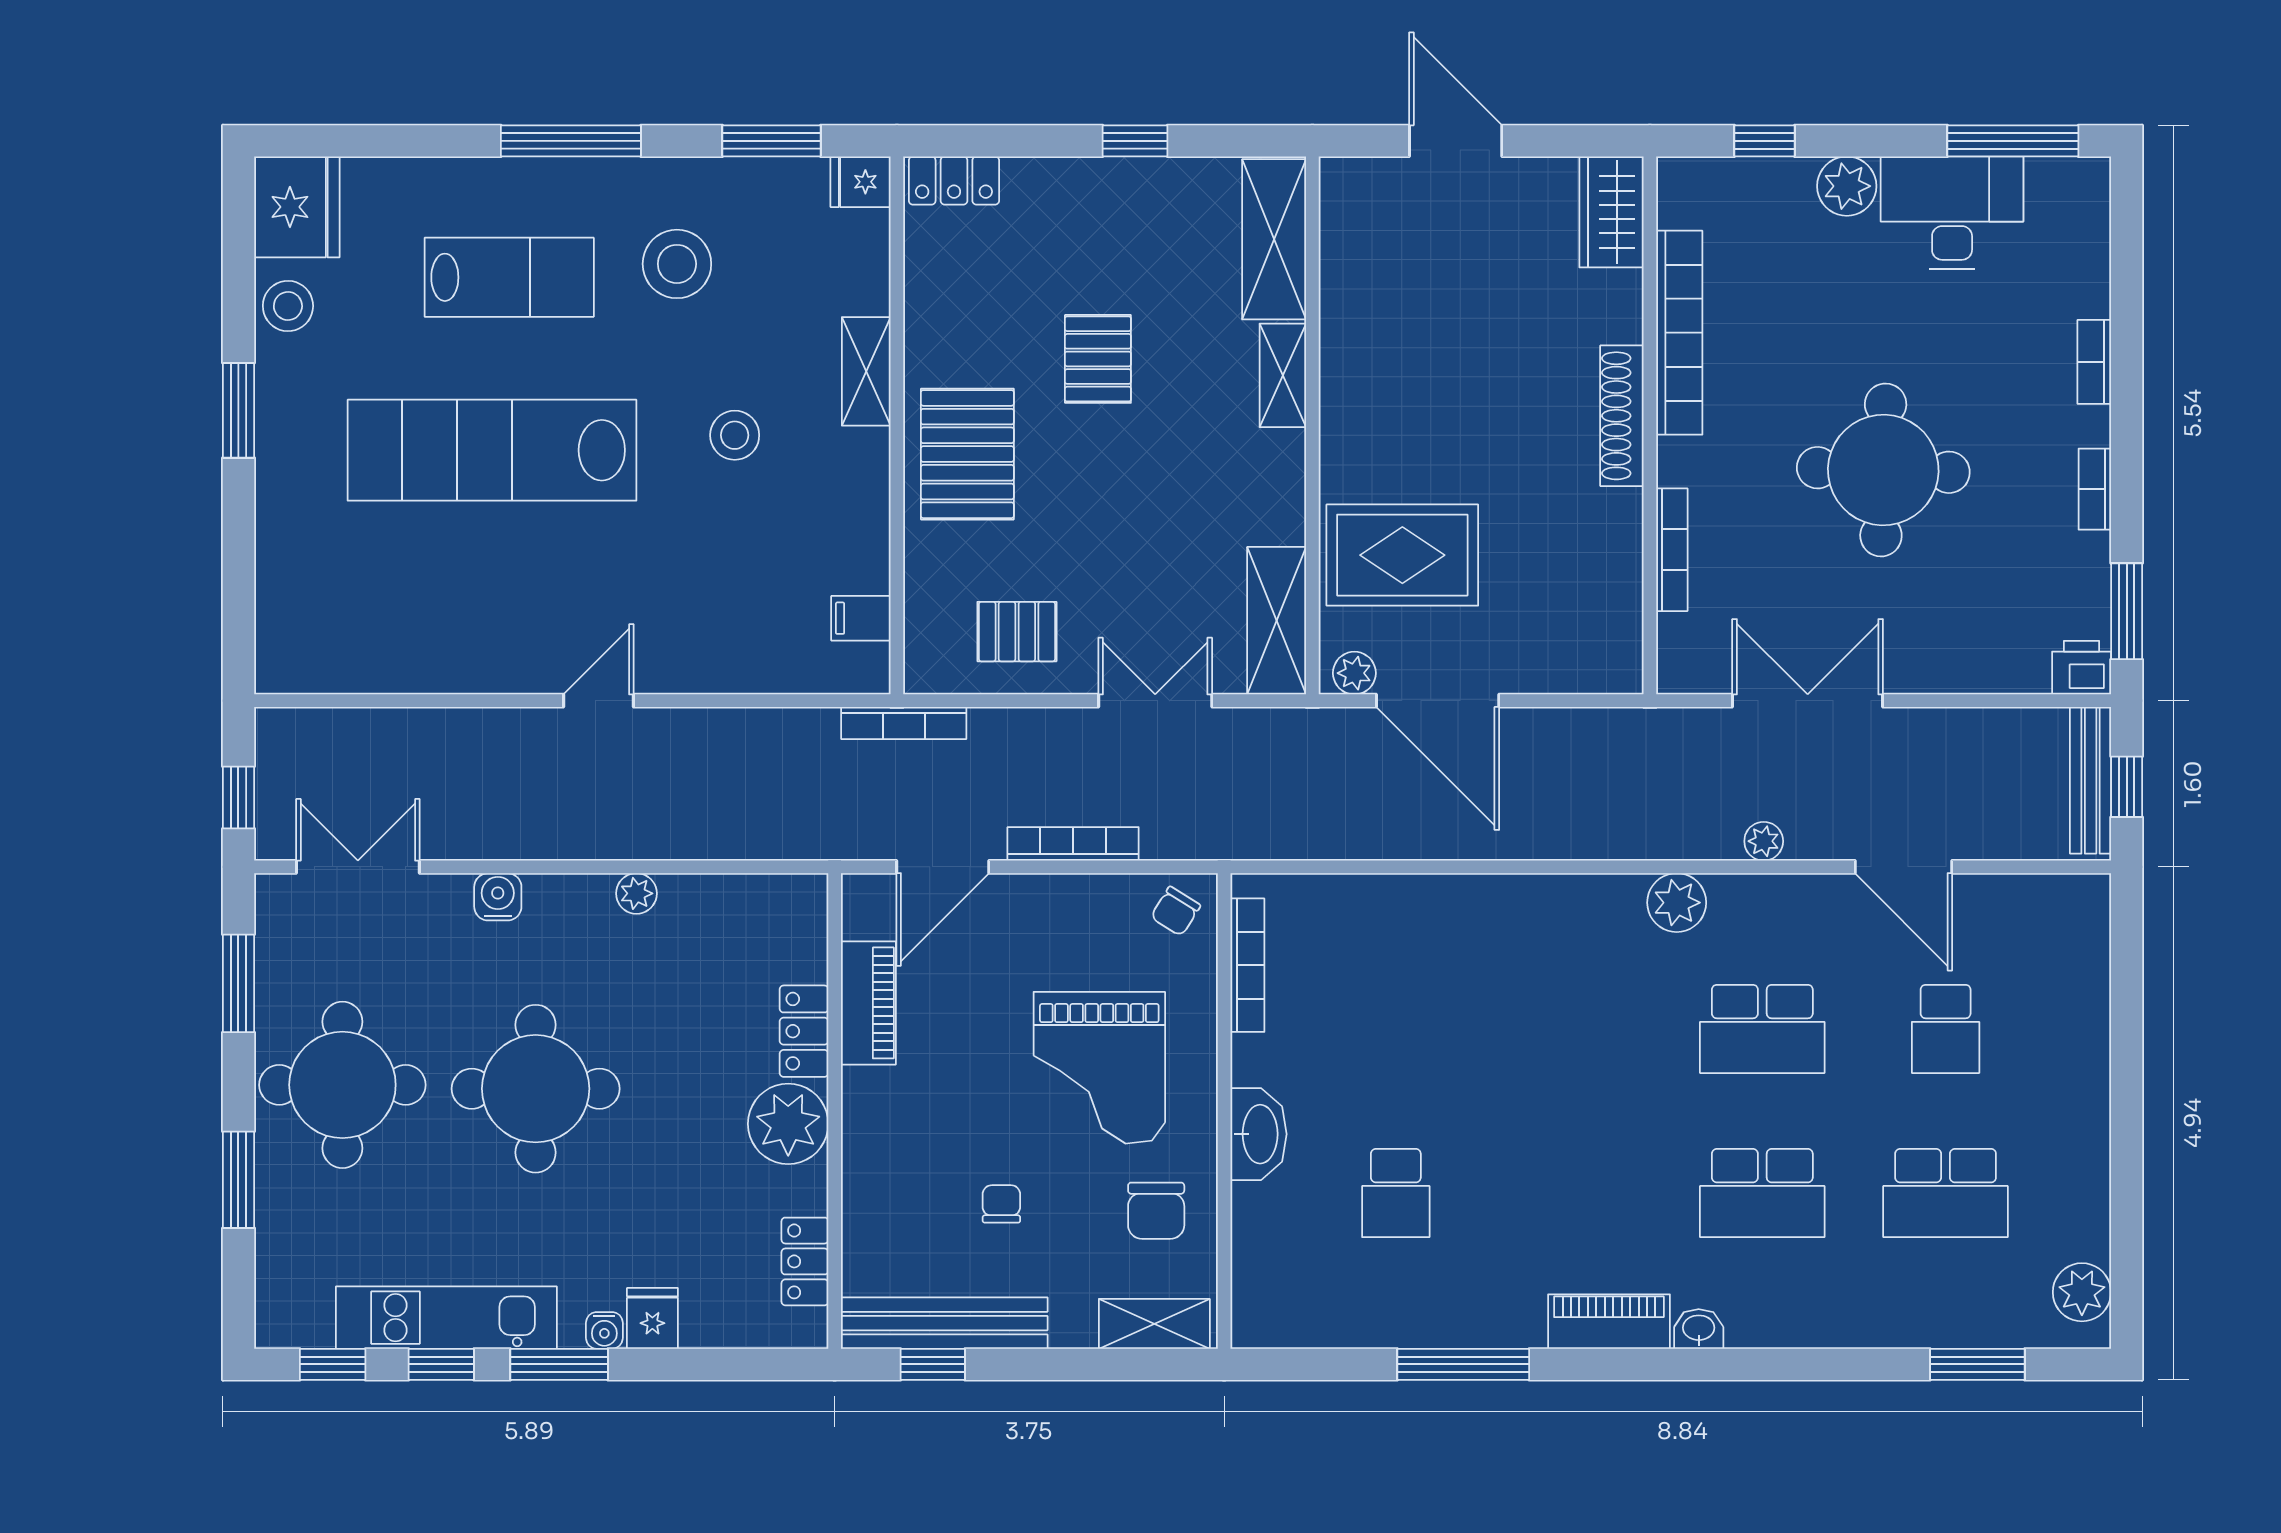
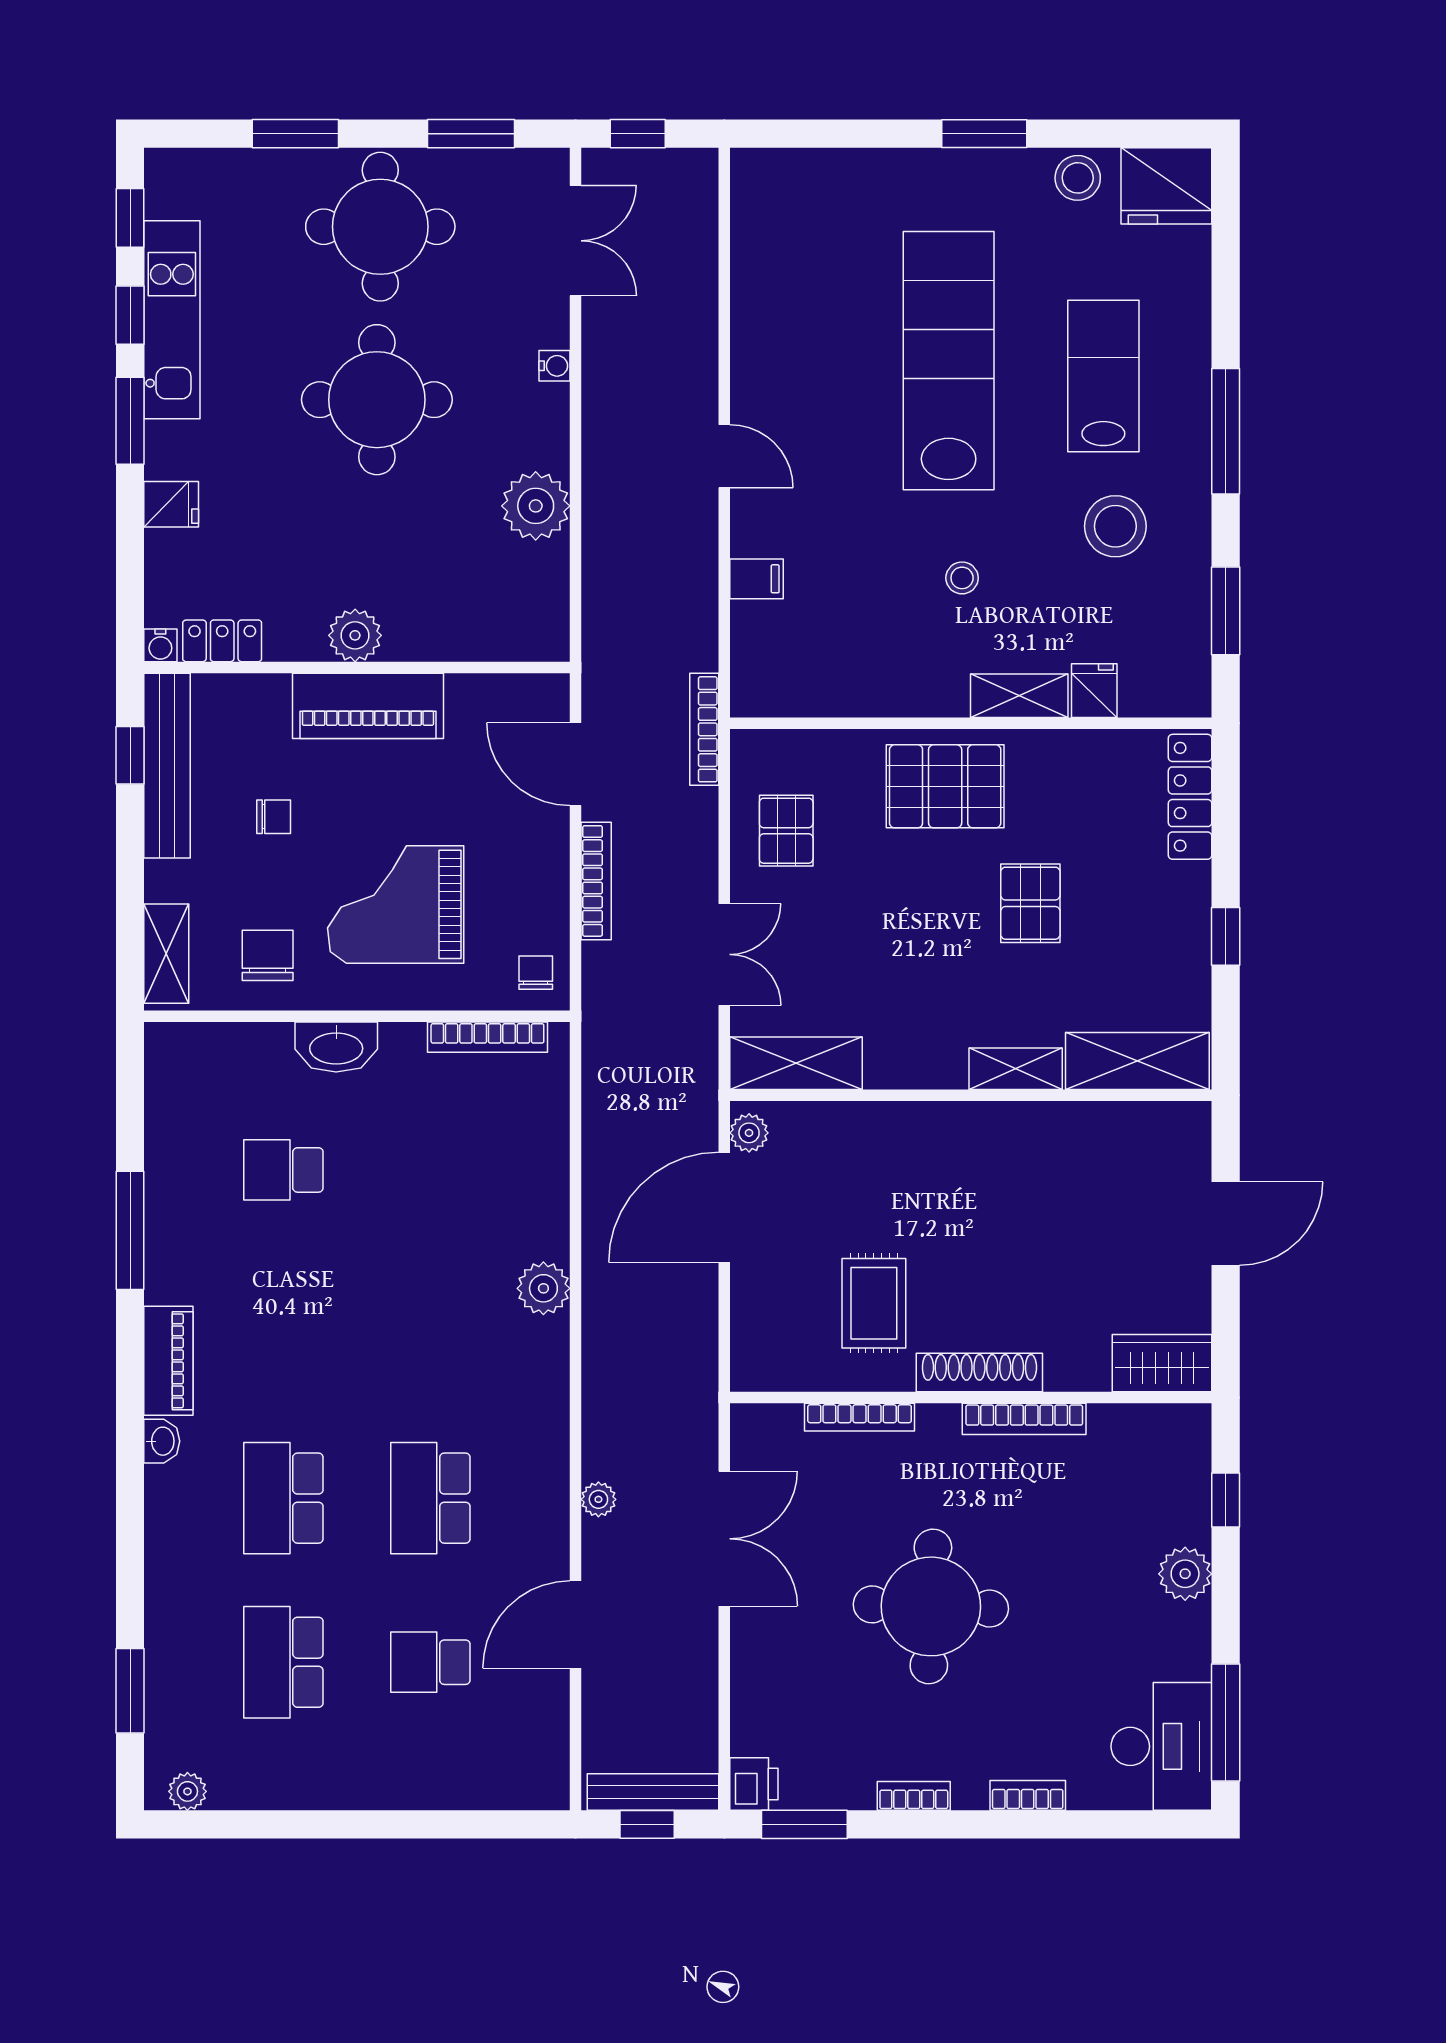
locker: (954, 181) -> (1190, 797), width x1.53
fridge: (861, 182) -> (1094, 691), moved
desk: (1952, 213) -> (1161, 1746), moved
lab bench: (509, 277) -> (1103, 376), turned 180
bookcase: (1679, 333) -> (1024, 1419), width x0.68, depth x0.76
pallet: (1098, 359) -> (1030, 903), turned 90
stool: (735, 435) -> (962, 578), width x0.73, depth x0.73
rug: (1402, 555) -> (874, 1303), moved, width x0.73, depth x0.70
filing cabinet: (861, 618) -> (757, 579), moved, turned 90
plant: (636, 893) -> (536, 506), width x1.88, depth x1.88
water cooler: (498, 897) -> (555, 366), width x0.72, depth x0.72
plant: (1677, 903) -> (543, 1288), moved
chair: (1176, 911) -> (536, 973), turned 58
piano: (868, 1003) -> (368, 706), moved, width x1.37, depth x1.33
locker: (804, 1031) -> (428, 640), removed
plant: (788, 1124) -> (355, 635), width x0.73, depth x0.73
chair: (1156, 1211) -> (268, 955), turned 90
plant: (2082, 1292) -> (187, 1791), width x0.73, depth x0.73
water cooler: (604, 1330) -> (160, 645), moved, turned -90

